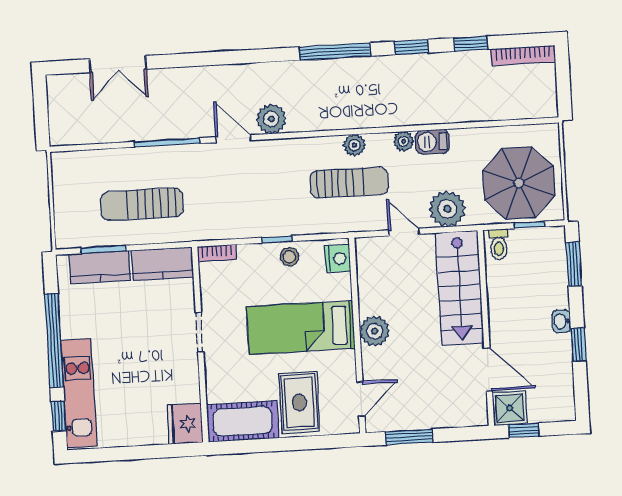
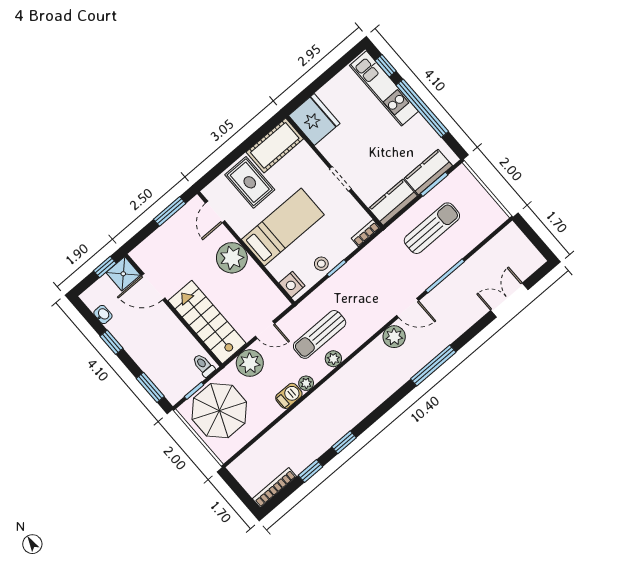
window: (335, 51) -> (433, 365), moved
washbasin: (561, 321) -> (103, 315), moved
plant: (375, 331) -> (232, 258), width x1.36, depth x1.36
fridge: (185, 424) -> (314, 119), width x1.36, depth x1.34

